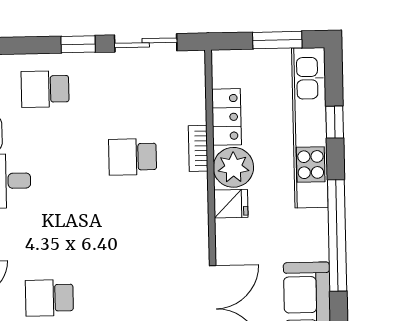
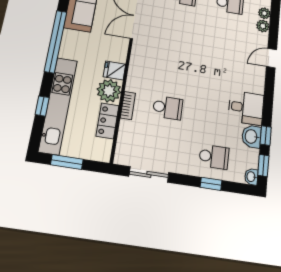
window: (78, 44) -> (211, 184), moved
school desk: (49, 298) -> (226, 39), removed

